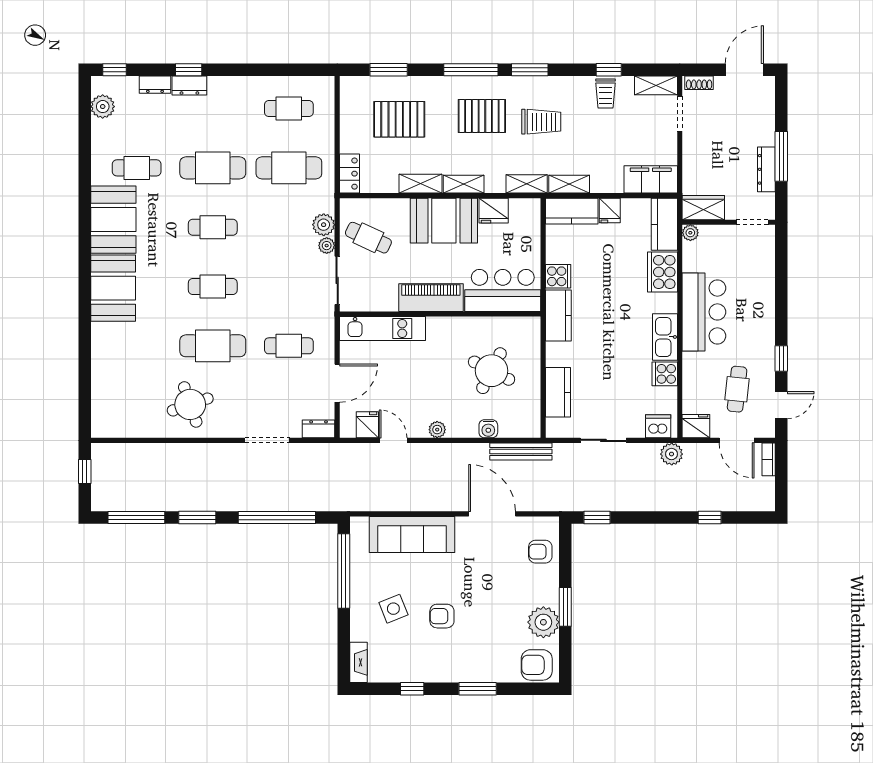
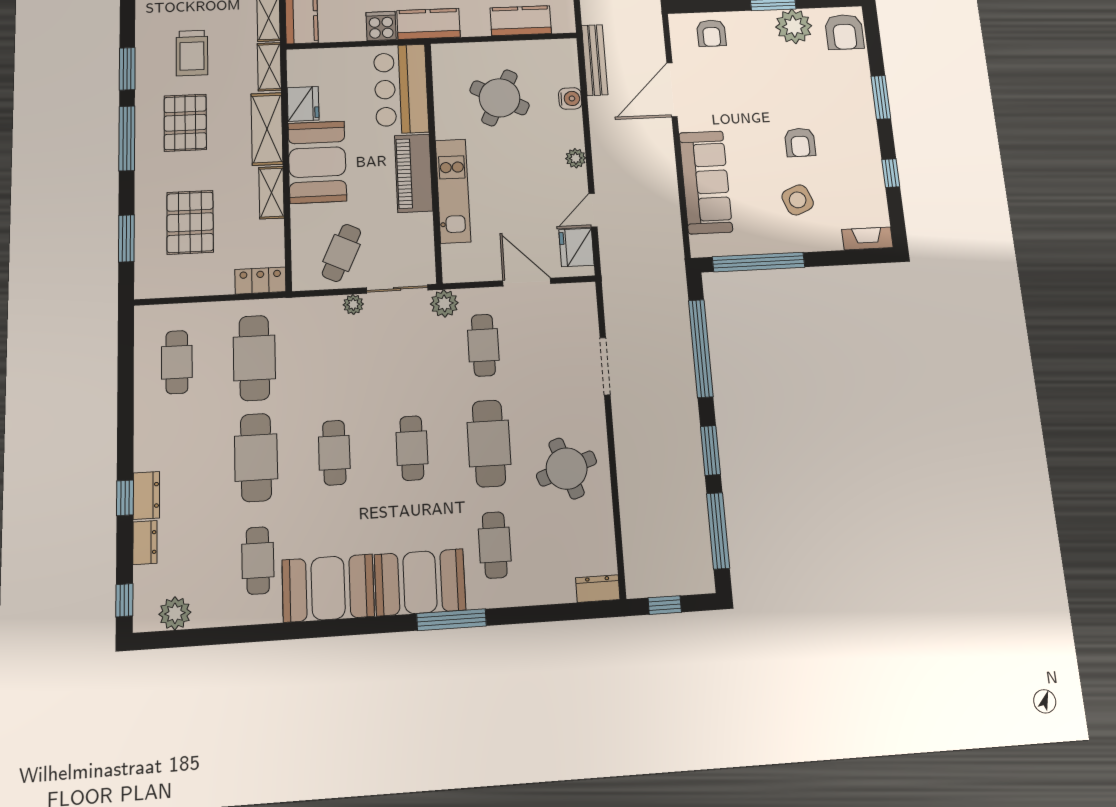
trolley: (541, 122) -> (192, 53), turned 180
shelving: (464, 184) -> (267, 129), width x1.50, depth x1.33
plant: (324, 225) -> (444, 303), moved
window: (85, 310) -> (452, 620), added
kitchen unit: (382, 329) -> (453, 191), moved
cafe table: (137, 346) -> (495, 545), added
fridge: (367, 425) -> (576, 247), width x1.38
dresser: (319, 429) -> (598, 589), moved, turned 90

